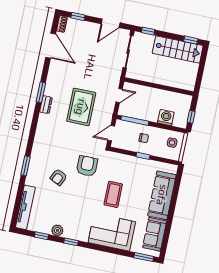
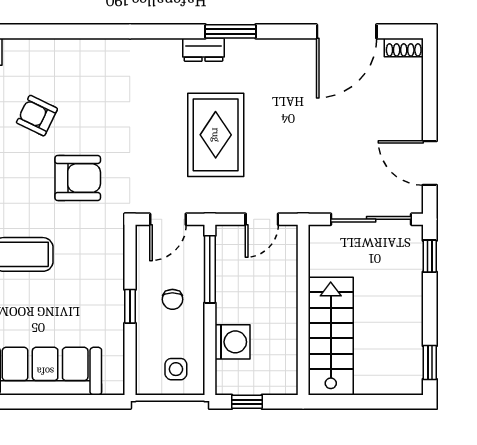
window: (78, 16) -> (430, 82), removed
stairs: (178, 49) -> (331, 336), moved, turned 180
door: (119, 95) -> (262, 219), hinge flipped
rug: (81, 107) -> (216, 135), turned 90
door: (111, 133) -> (168, 219), swing flipped
window: (26, 166) -> (48, 31), removed

